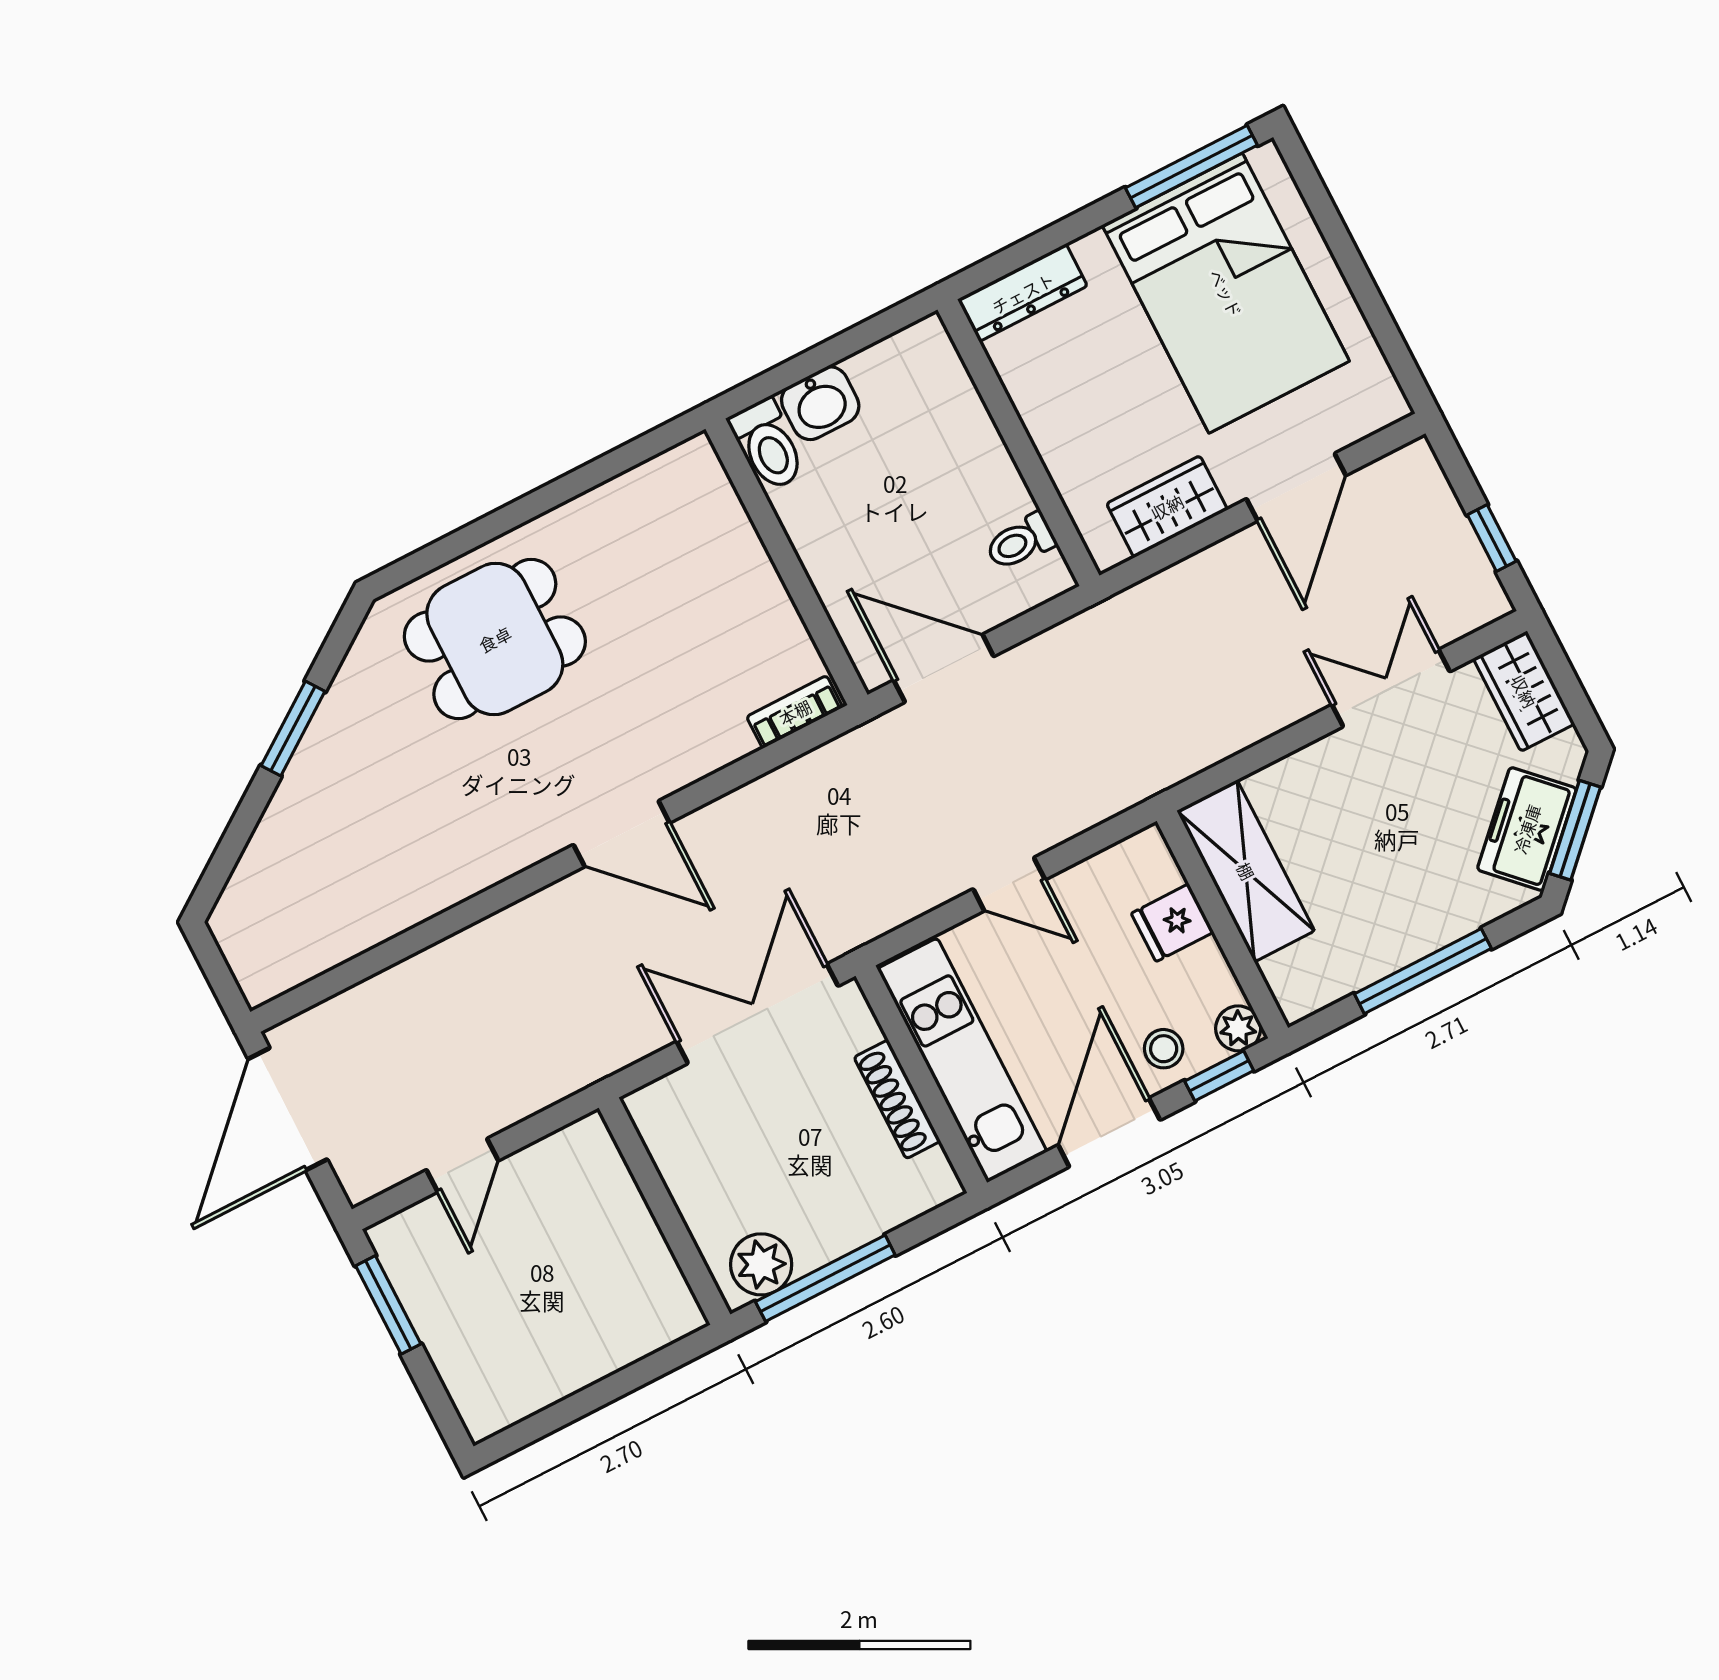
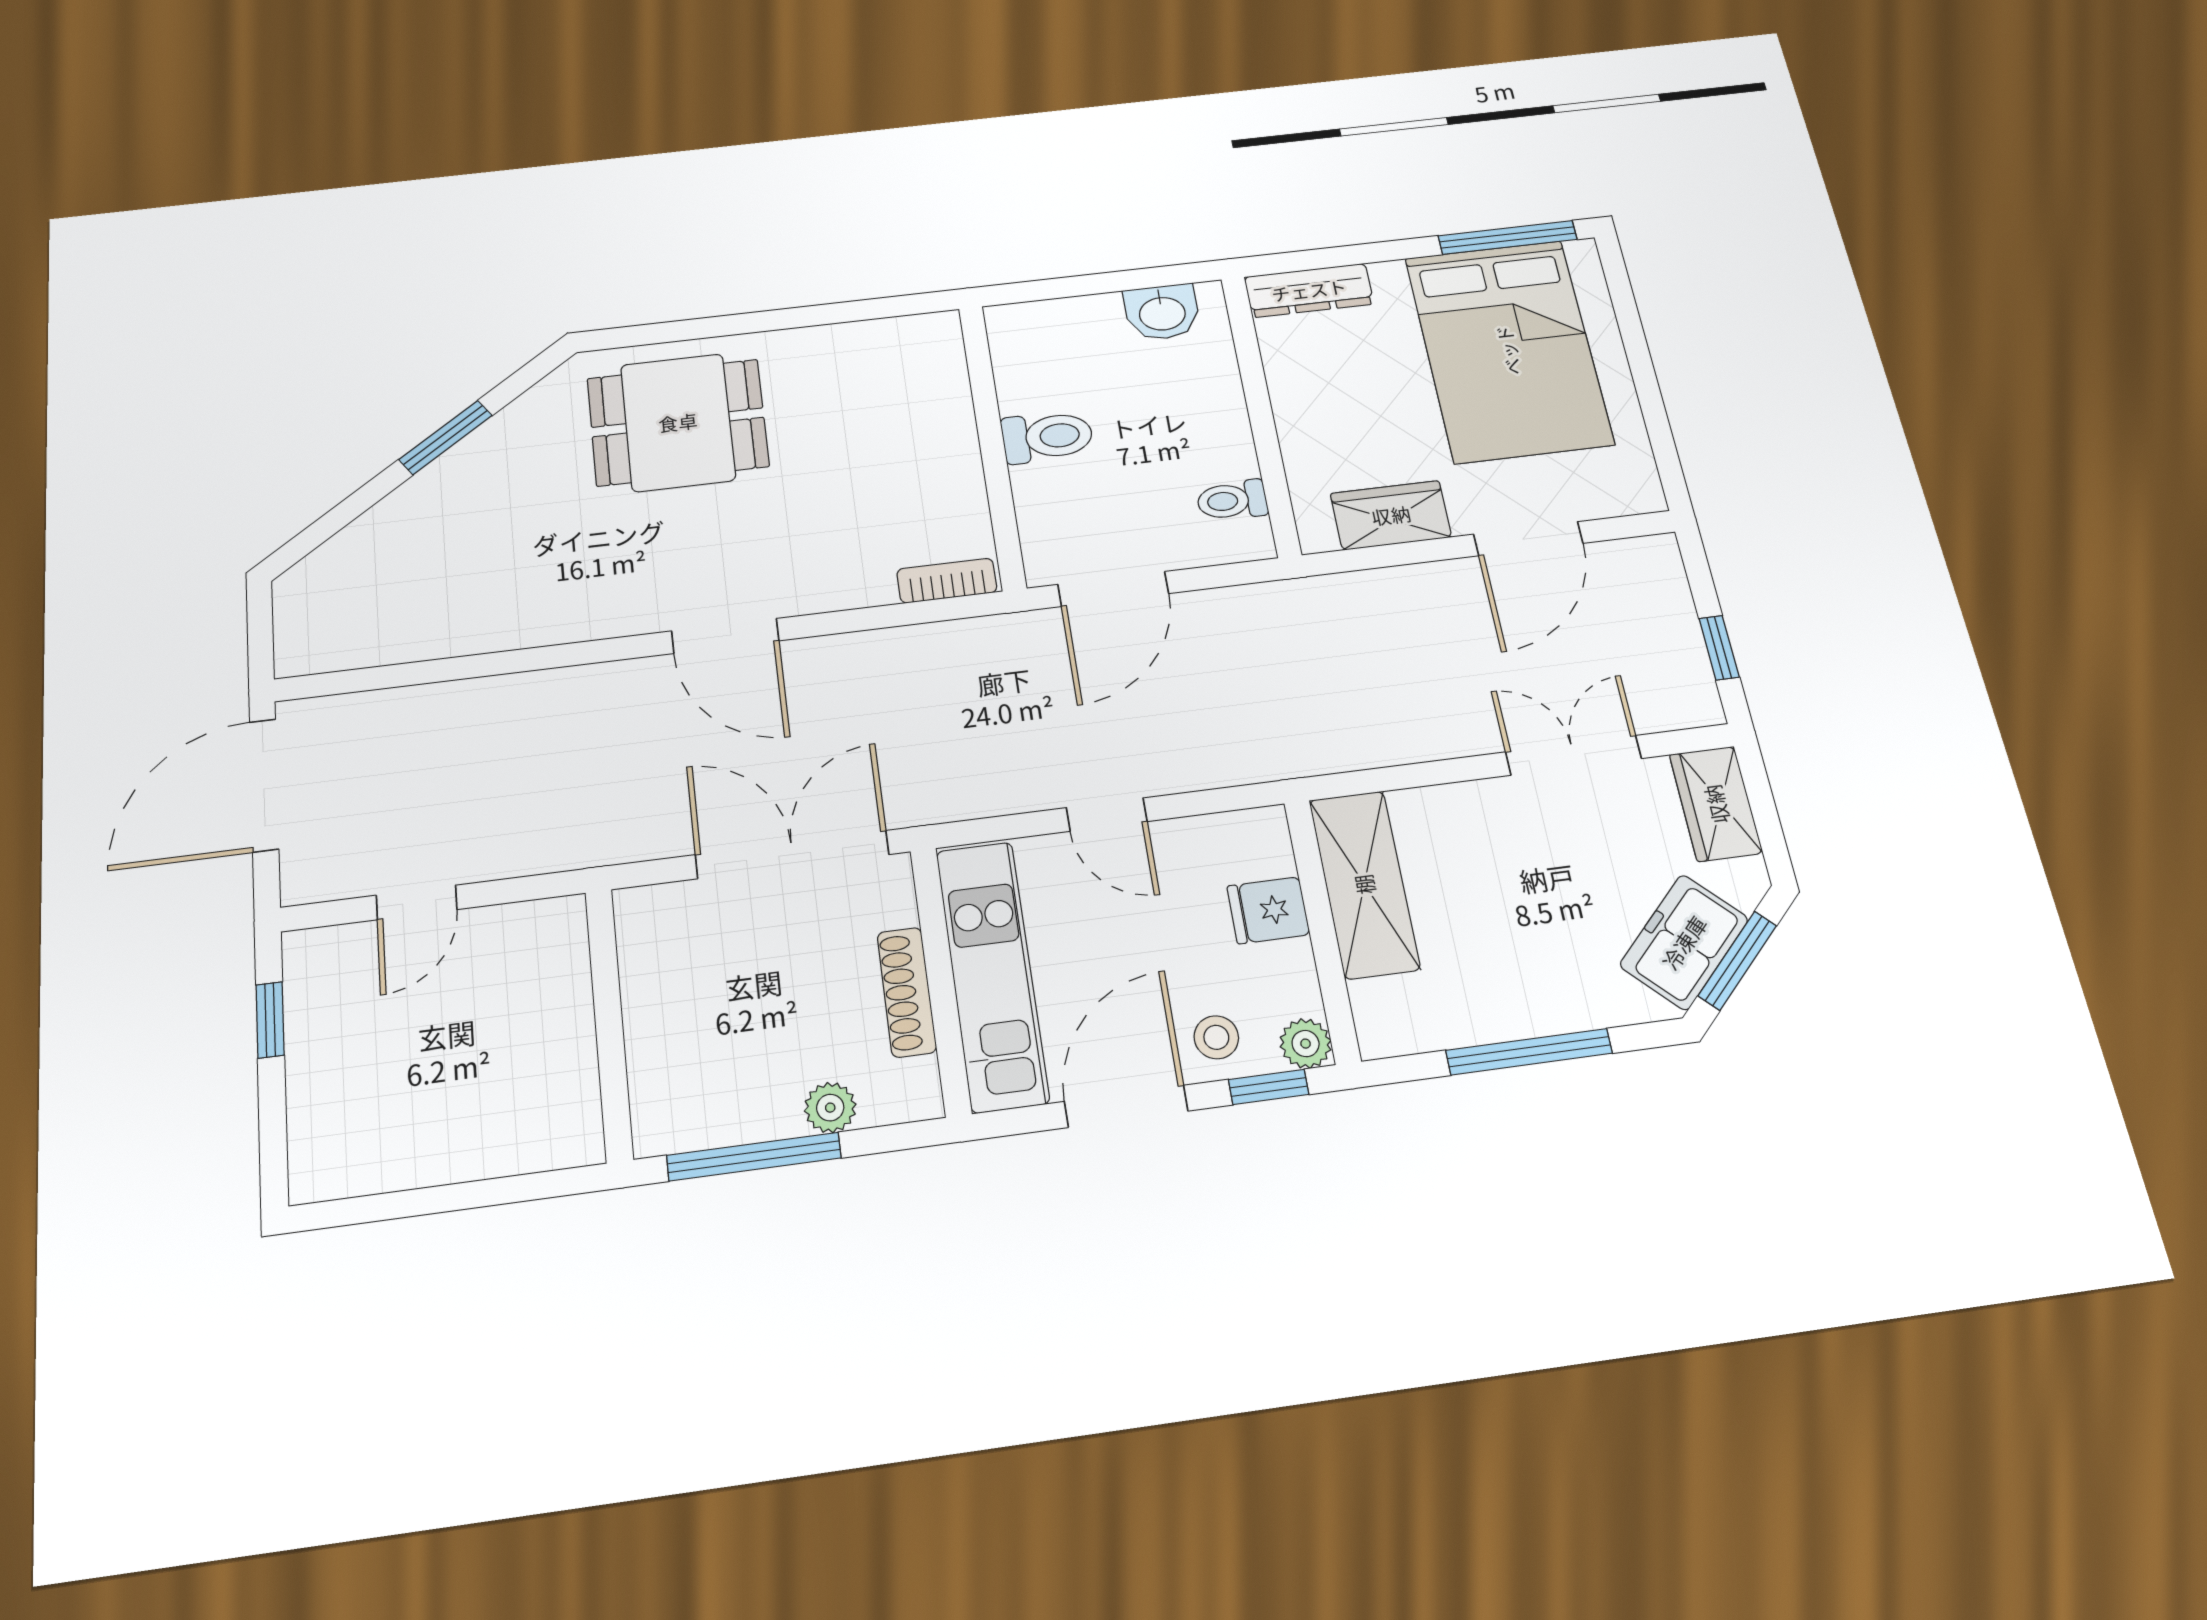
washbasin: (820, 403) -> (1162, 312), moved
toilet: (768, 445) -> (1047, 437), moved, turned -90
door: (944, 668) -> (1113, 589), swing flipped
plant: (761, 1264) -> (830, 1108), moved, width x0.73, depth x0.73
window: (388, 1305) -> (270, 1020), width x0.67

